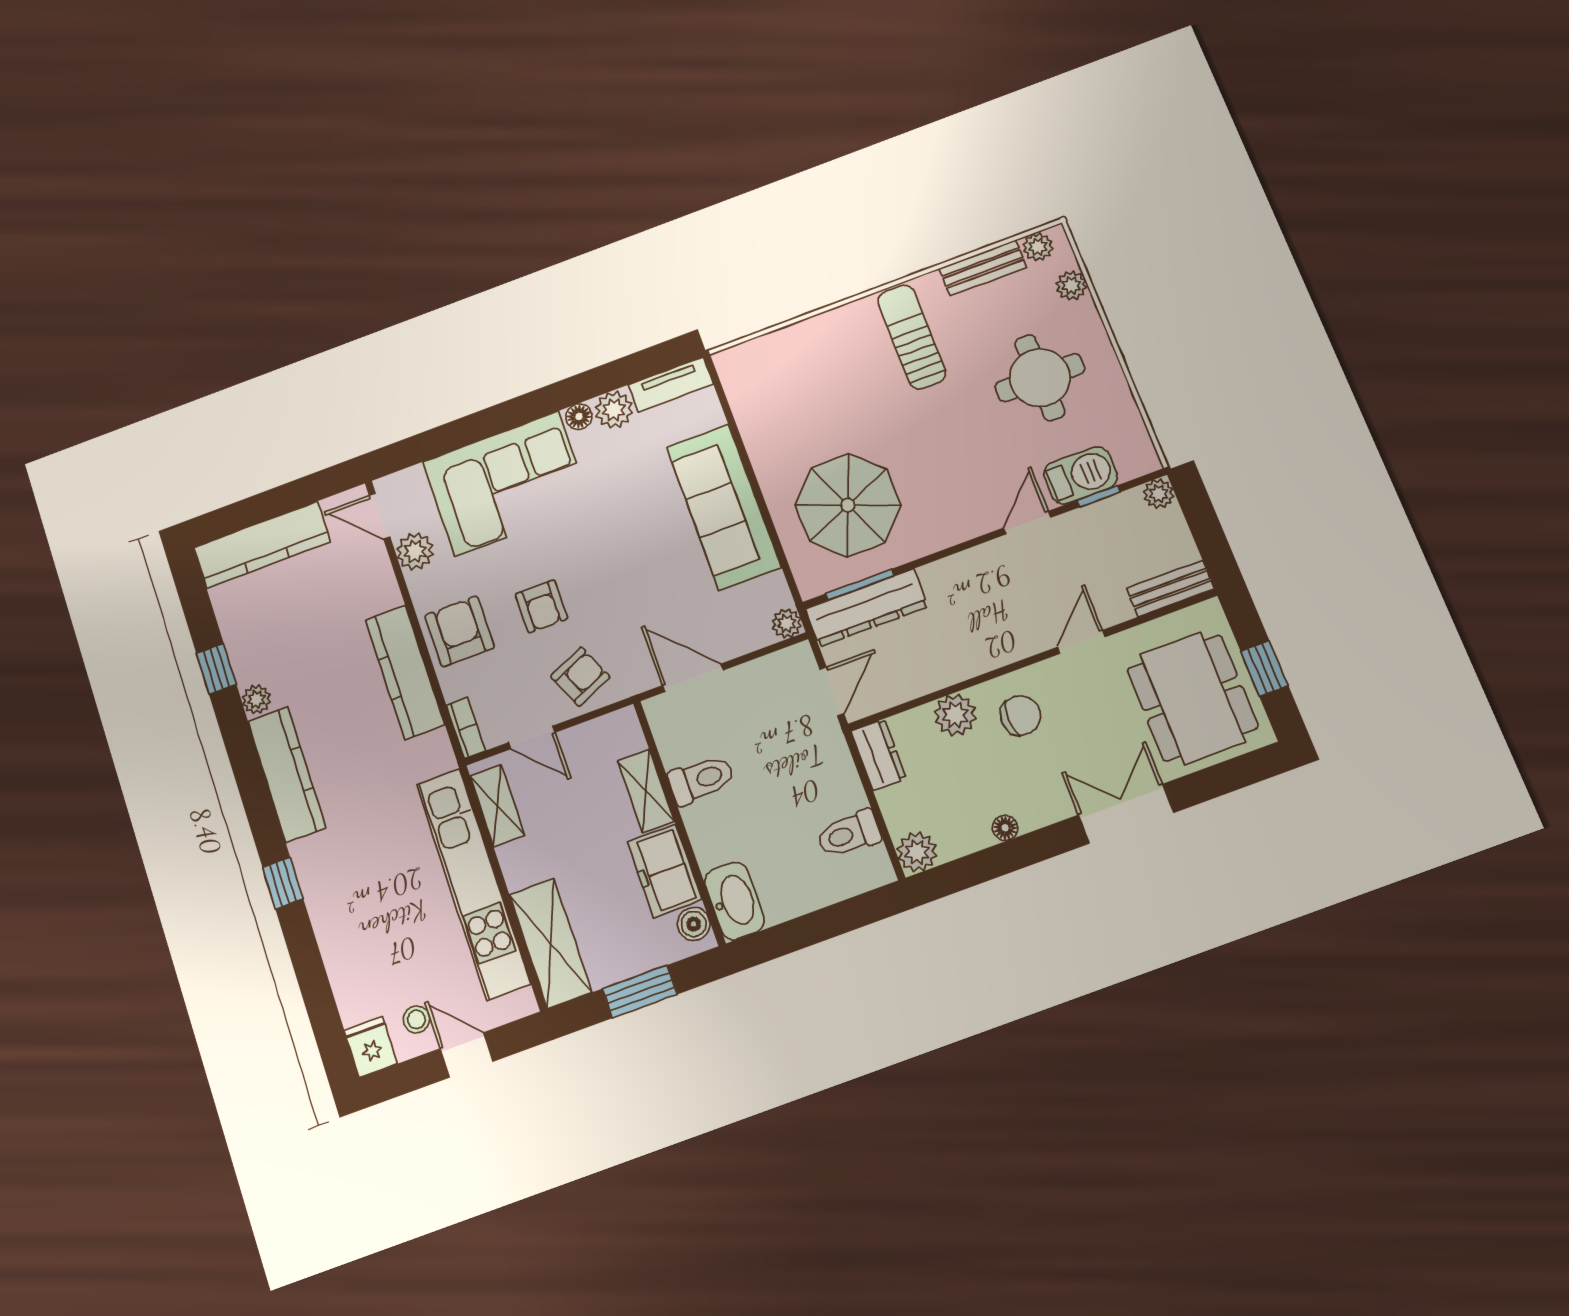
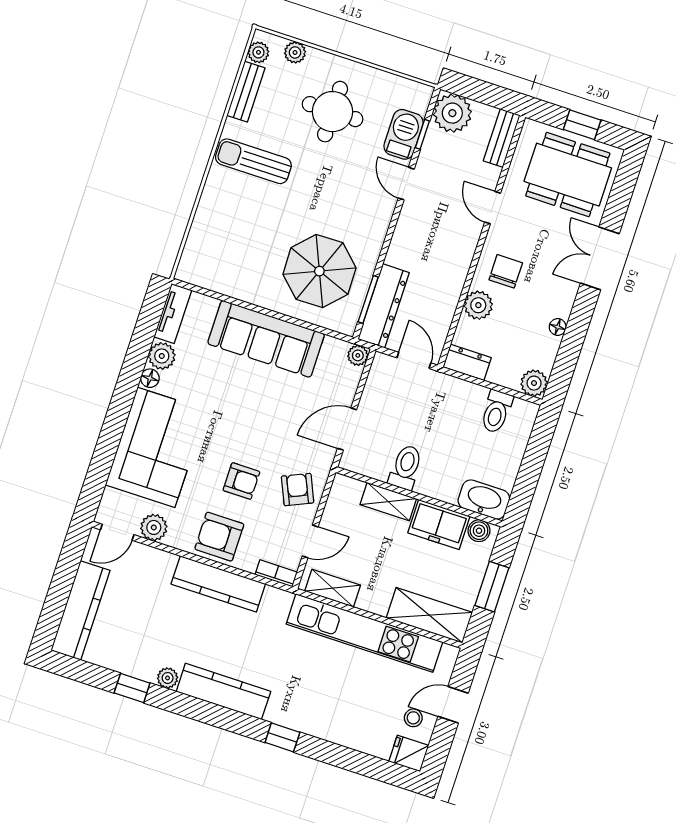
plant: (1159, 494) -> (452, 113), width x1.87, depth x1.87

